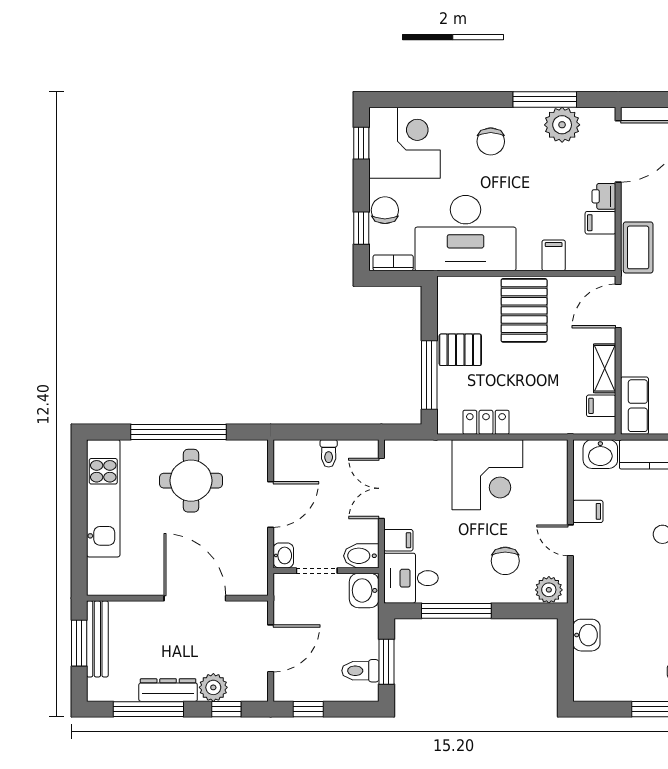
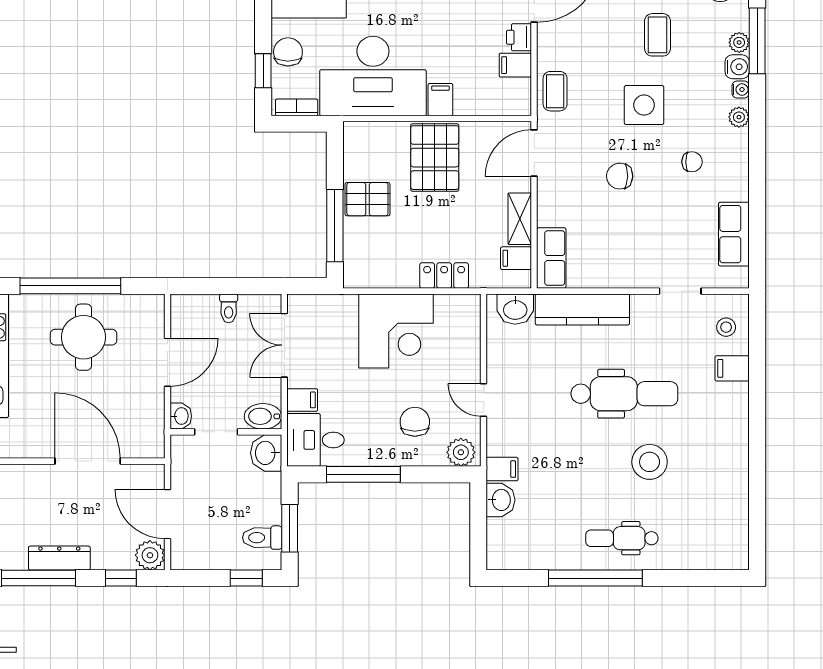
coffee table: (638, 247) -> (555, 91), width x0.73, depth x0.77
filing cabinet: (554, 255) -> (440, 100), moved
locker: (486, 422) -> (444, 276), moved
filing cabinet: (588, 511) -> (502, 469), moved
chair: (505, 561) -> (415, 422), turned 180
door: (271, 648) -> (167, 514), swing flipped
plant: (213, 687) -> (150, 555), moved
window: (308, 709) -> (246, 578), moved

